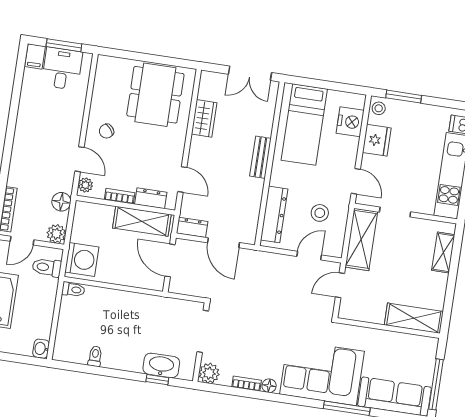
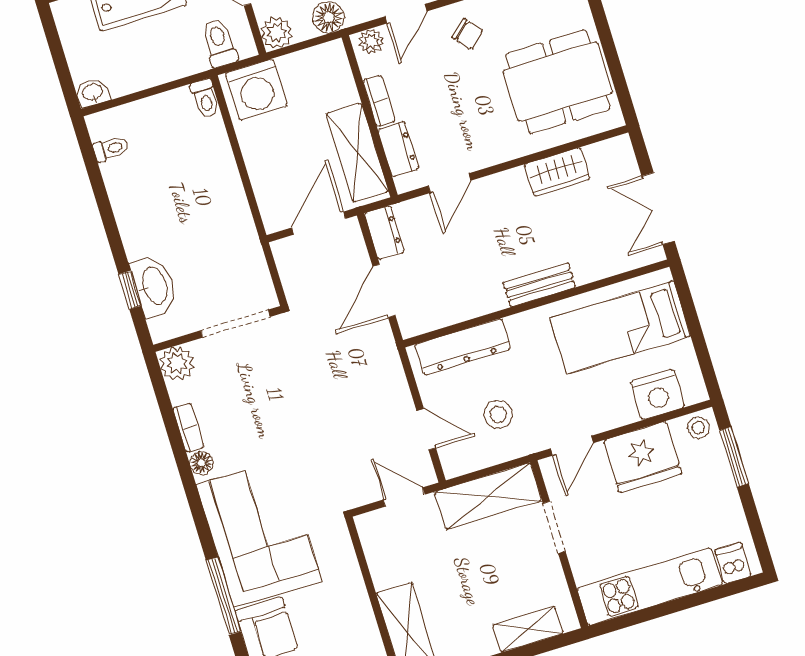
chair: (106, 131) -> (468, 34), turned 180
fridge: (377, 140) -> (643, 457), width x1.36, depth x1.34
toilet: (95, 356) -> (111, 149), moved

